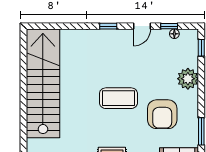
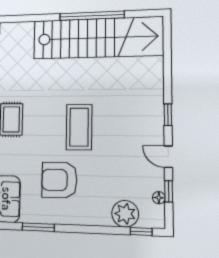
plant: (188, 79) -> (125, 214), moved
window: (24, 88) -> (92, 16), added

